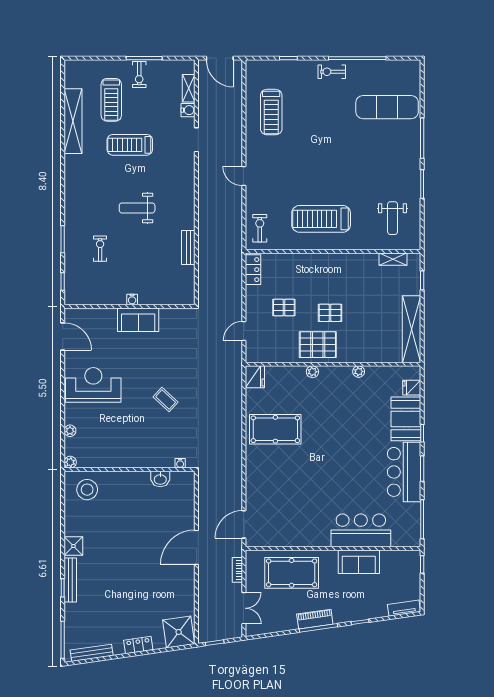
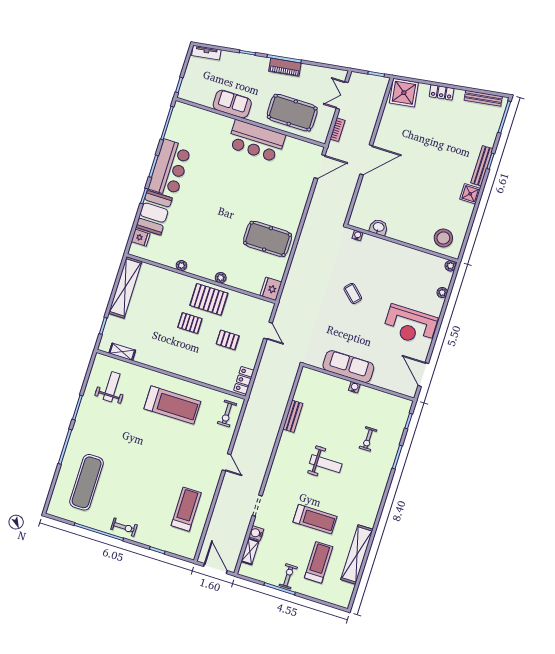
exercise mat: (387, 107) -> (87, 482), turned 90
sofa: (138, 320) -> (348, 367), width x1.36
door: (244, 331) -> (268, 331), hinge flipped
bar counter: (361, 530) -> (256, 141), moved

